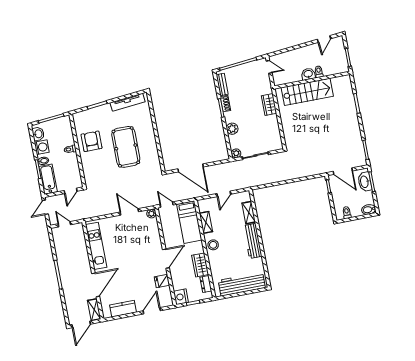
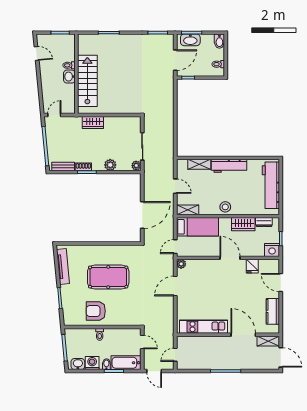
shelving: (206, 222) -> (188, 210), moved

